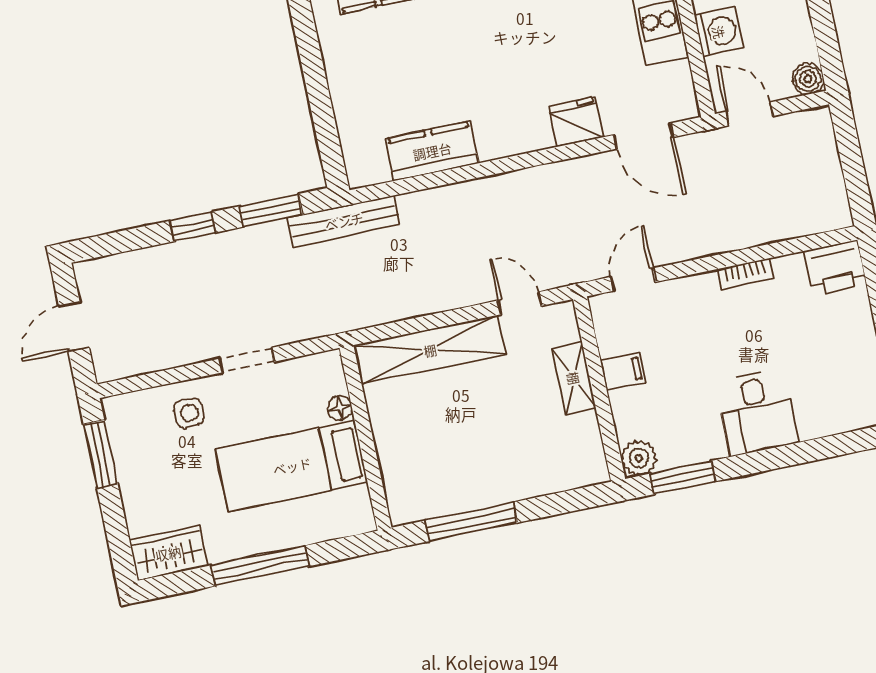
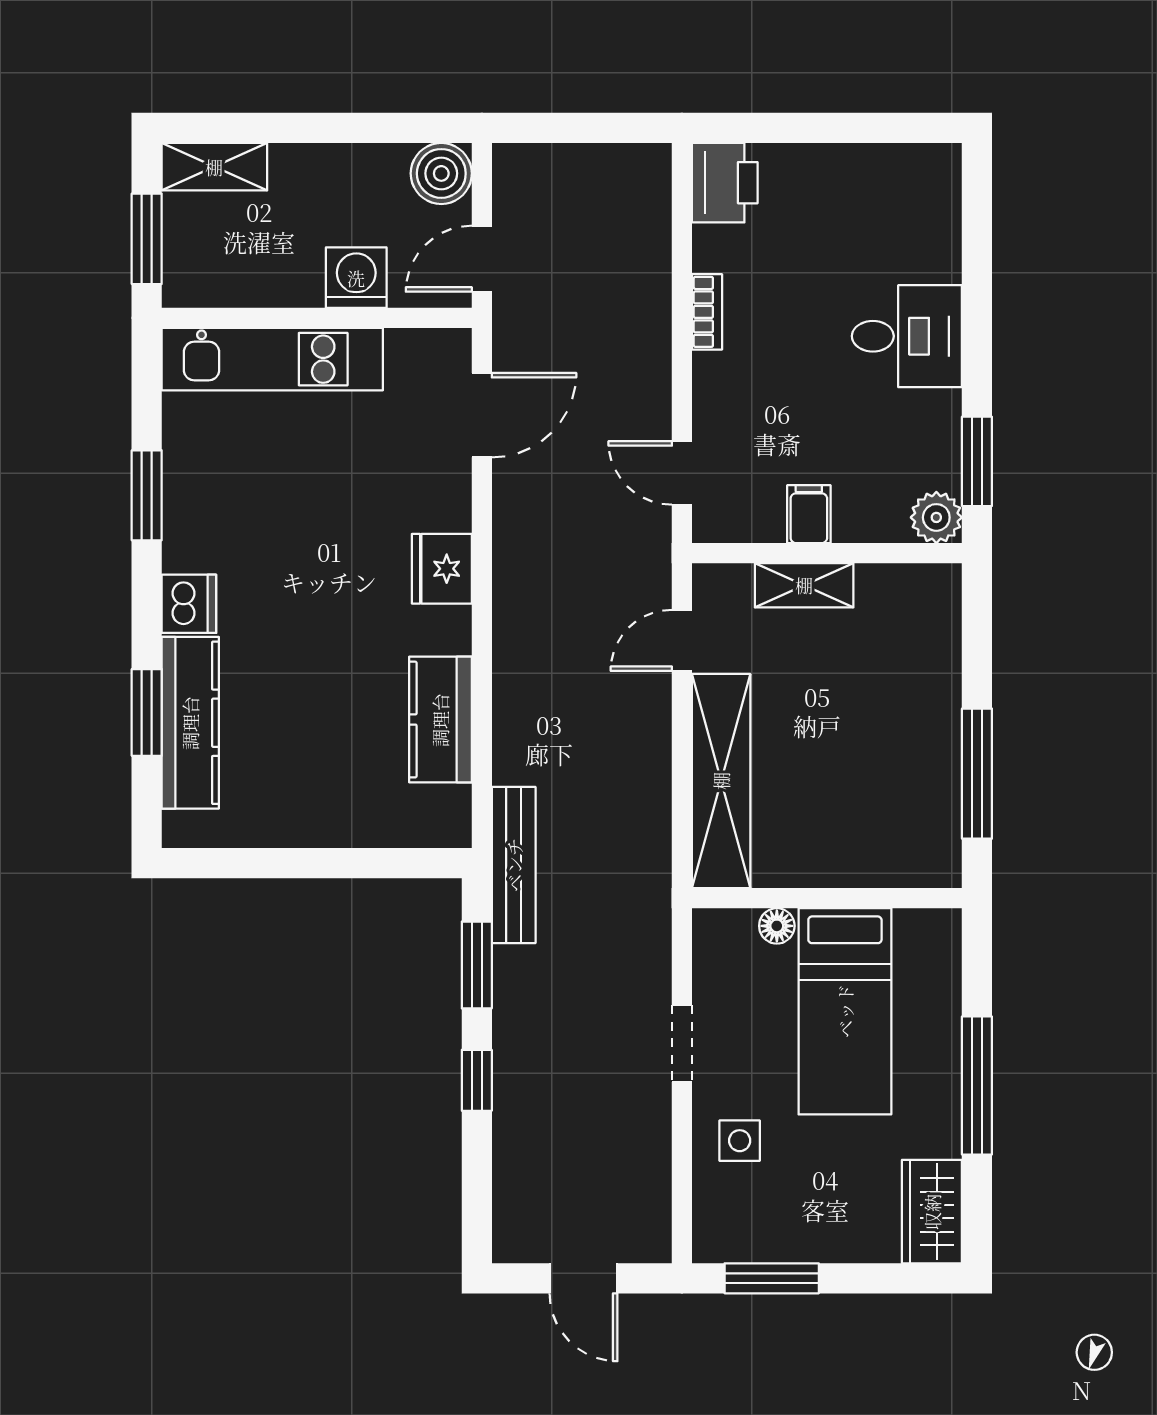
boiler: (808, 79) -> (441, 173), width x1.36, depth x1.36
fridge: (576, 122) -> (442, 569), moved

